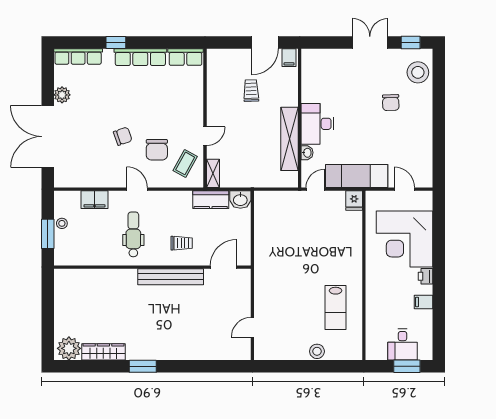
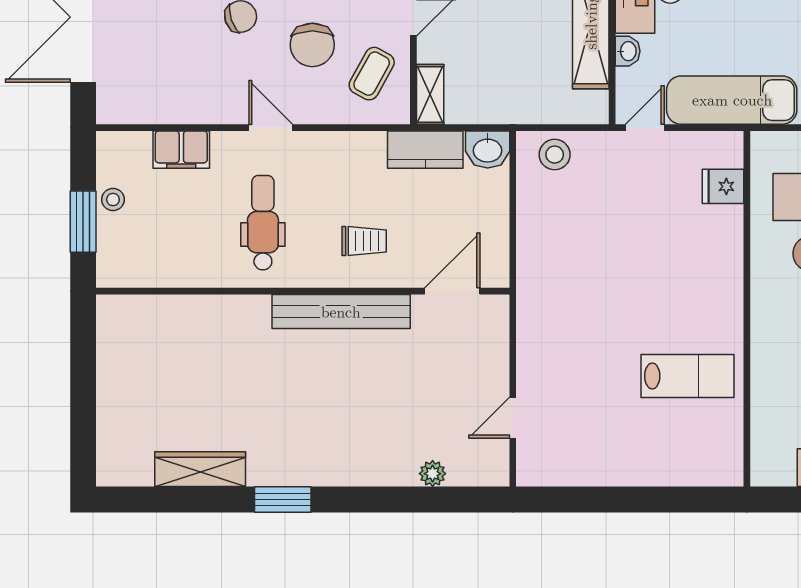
fridge: (354, 200) -> (723, 186), moved, turned 90
lab bench: (336, 307) -> (688, 376), turned -90
plant: (69, 348) -> (433, 474), moved, width x0.53, depth x0.53
stool: (317, 351) -> (555, 155), moved

